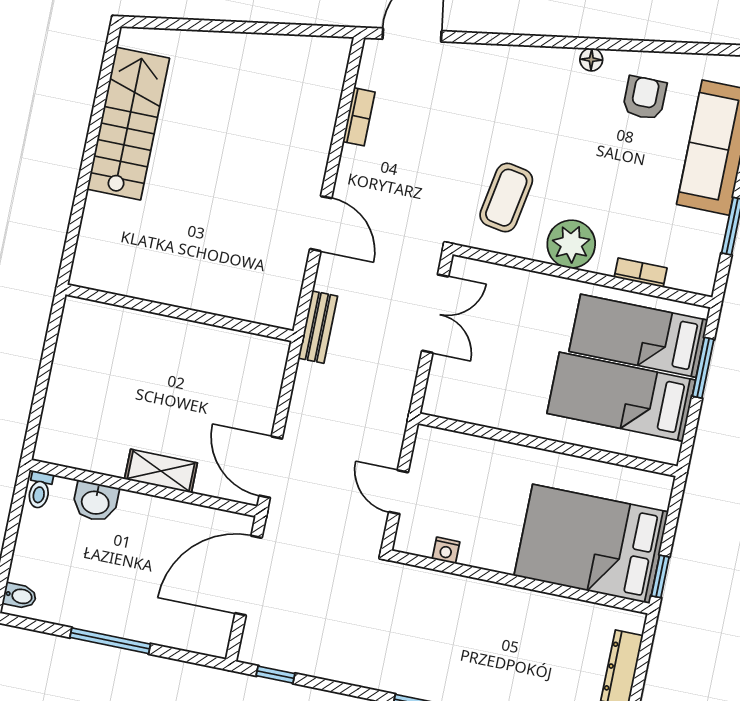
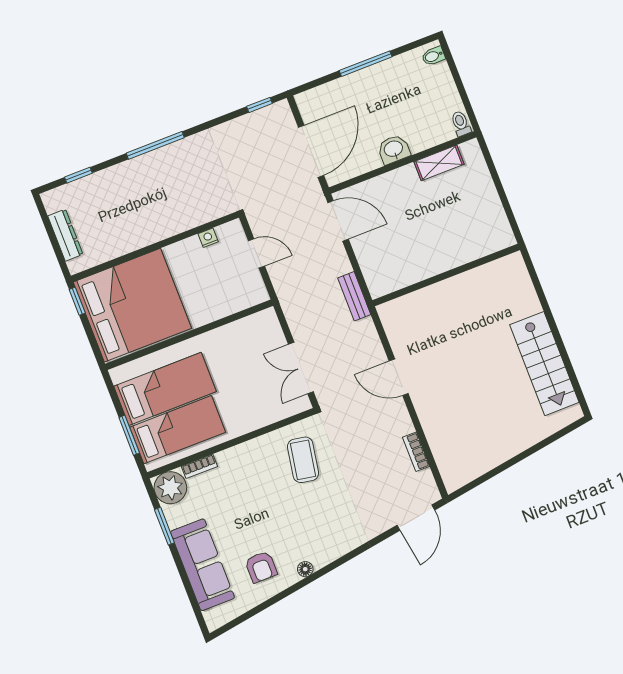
plant: (571, 244) -> (170, 488), moved
bench: (318, 327) -> (354, 296), moved
shelving: (161, 471) -> (439, 163), moved
washbasin: (95, 502) -> (394, 149), moved
bed: (591, 544) -> (132, 305), width x1.36

